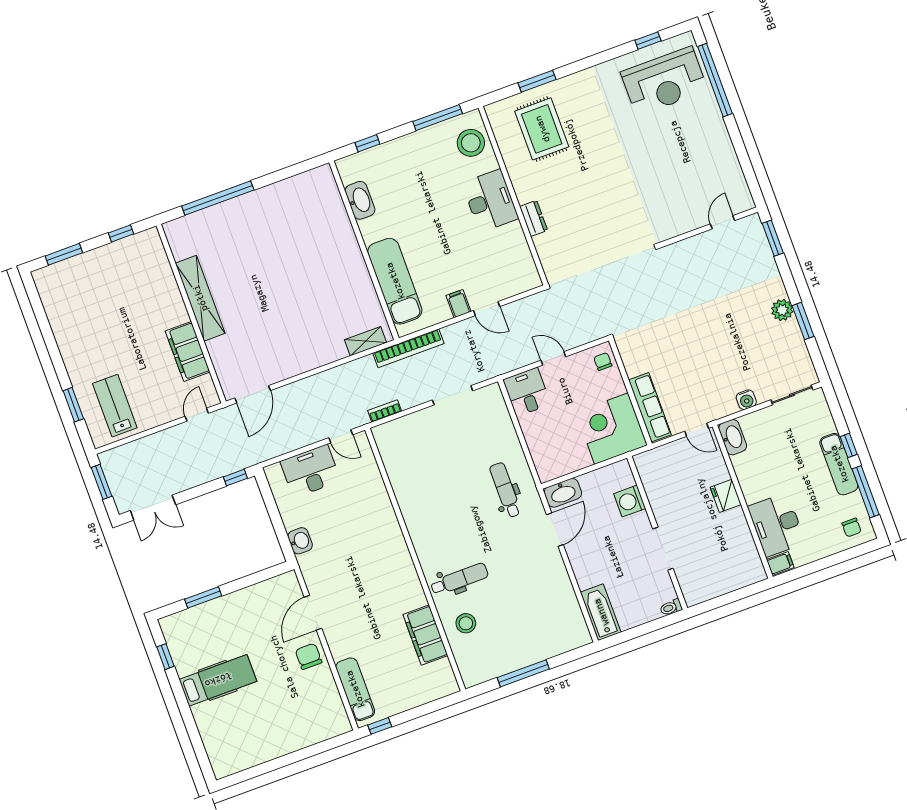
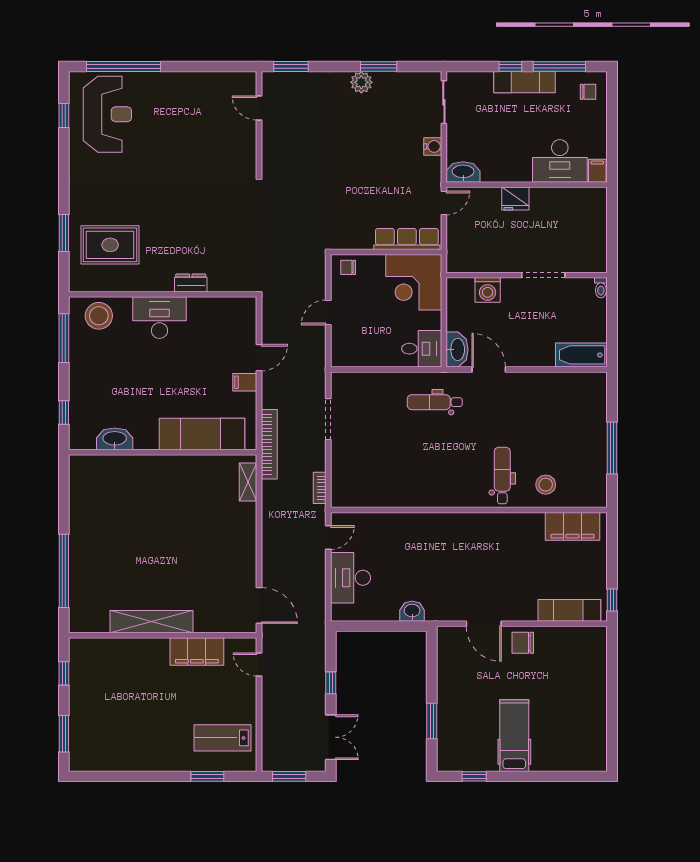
desk: (527, 392) -> (422, 349), moved, turned 180
window: (235, 478) -> (331, 683), moved
filing cabinet: (425, 635) -> (573, 526), moved

